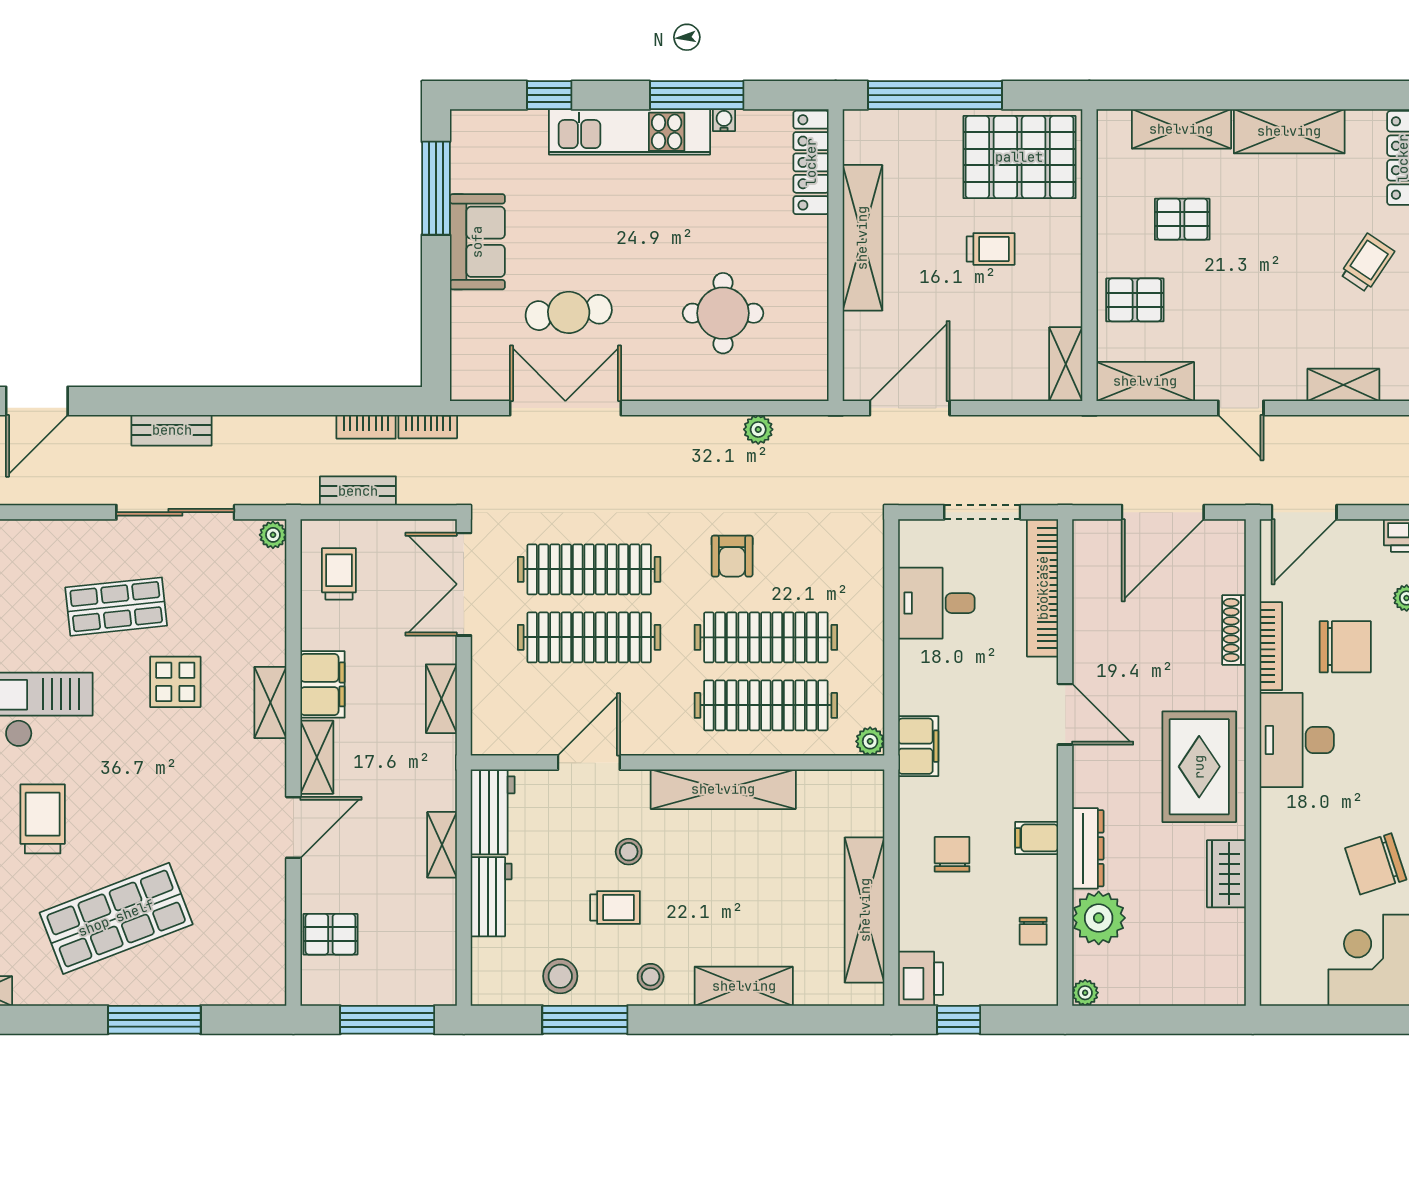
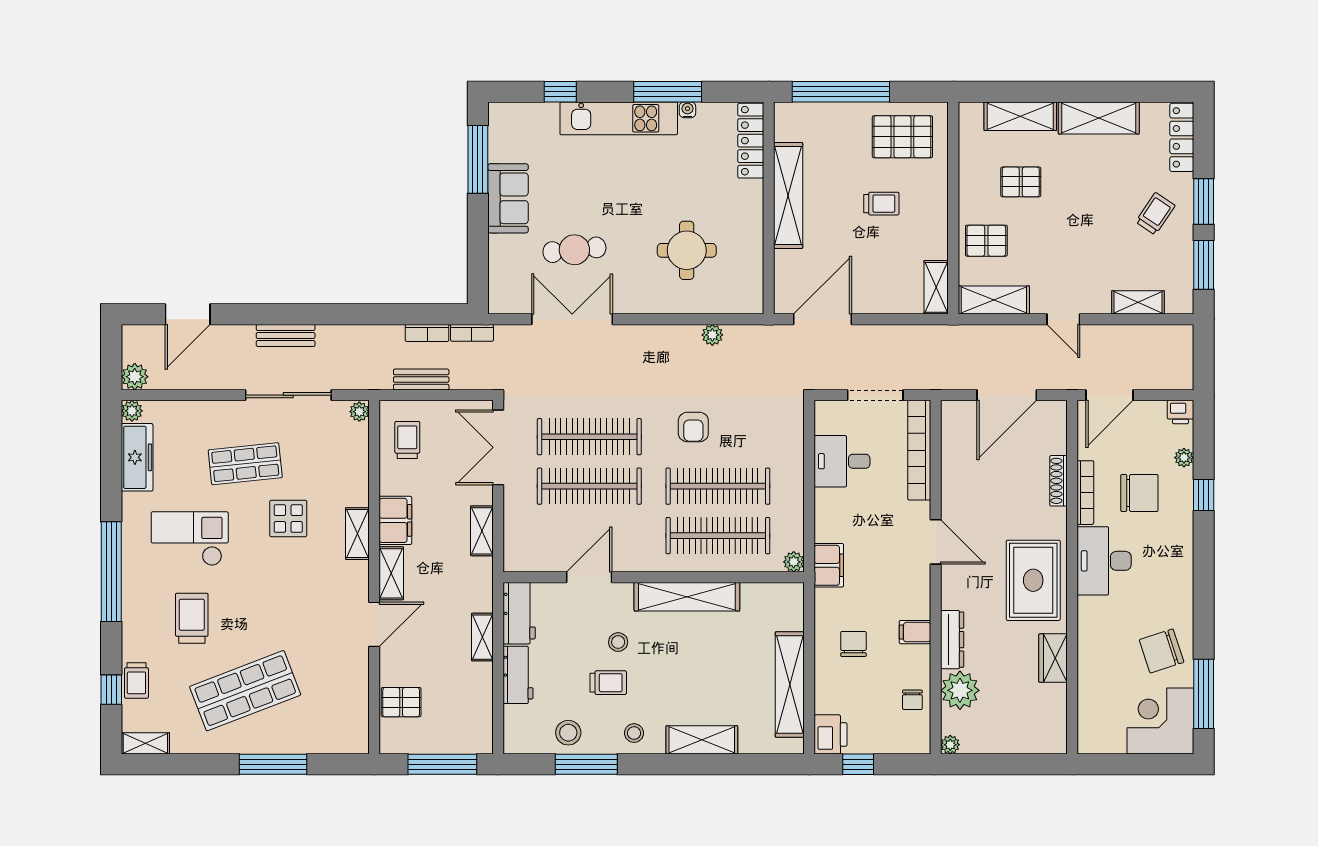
pallet: (1019, 157) -> (902, 137), width x0.73, depth x0.71

